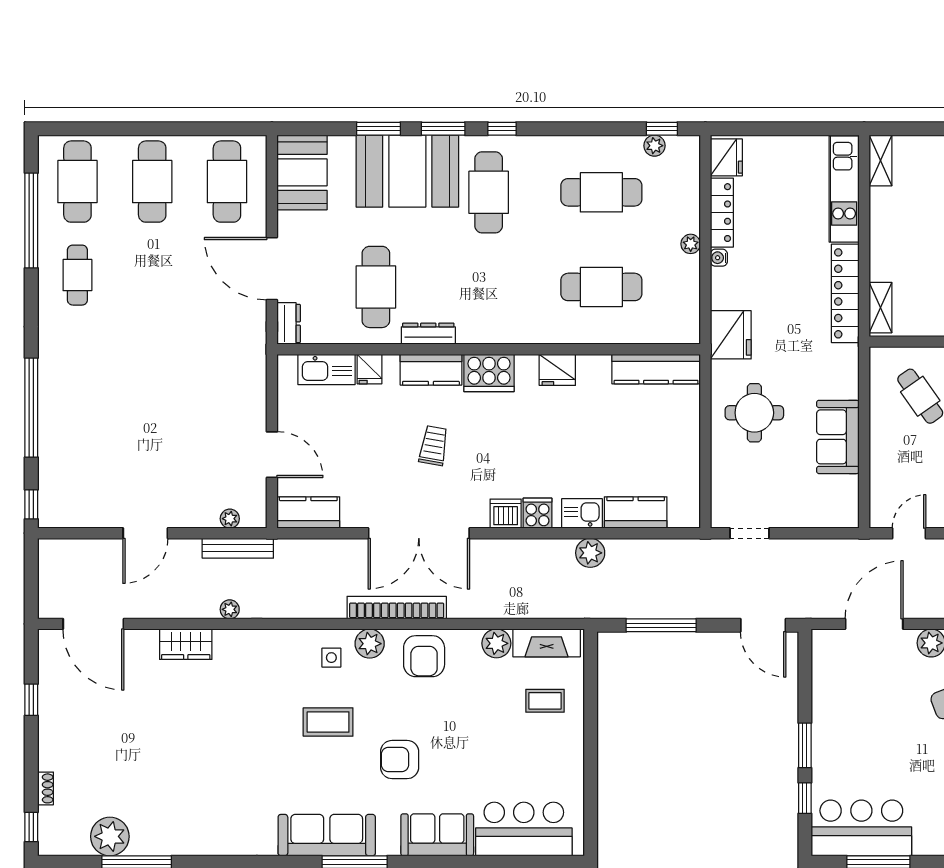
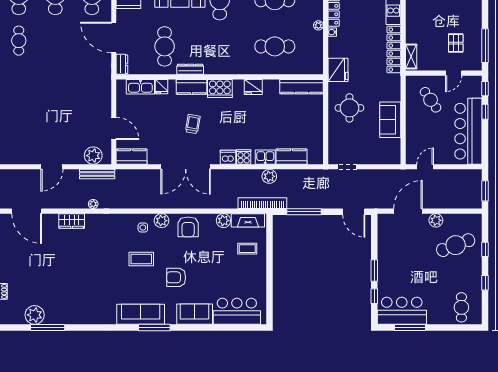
plant: (230, 519) -> (93, 156), width x1.88, depth x1.88
bookcase: (397, 608) -> (262, 203), moved

